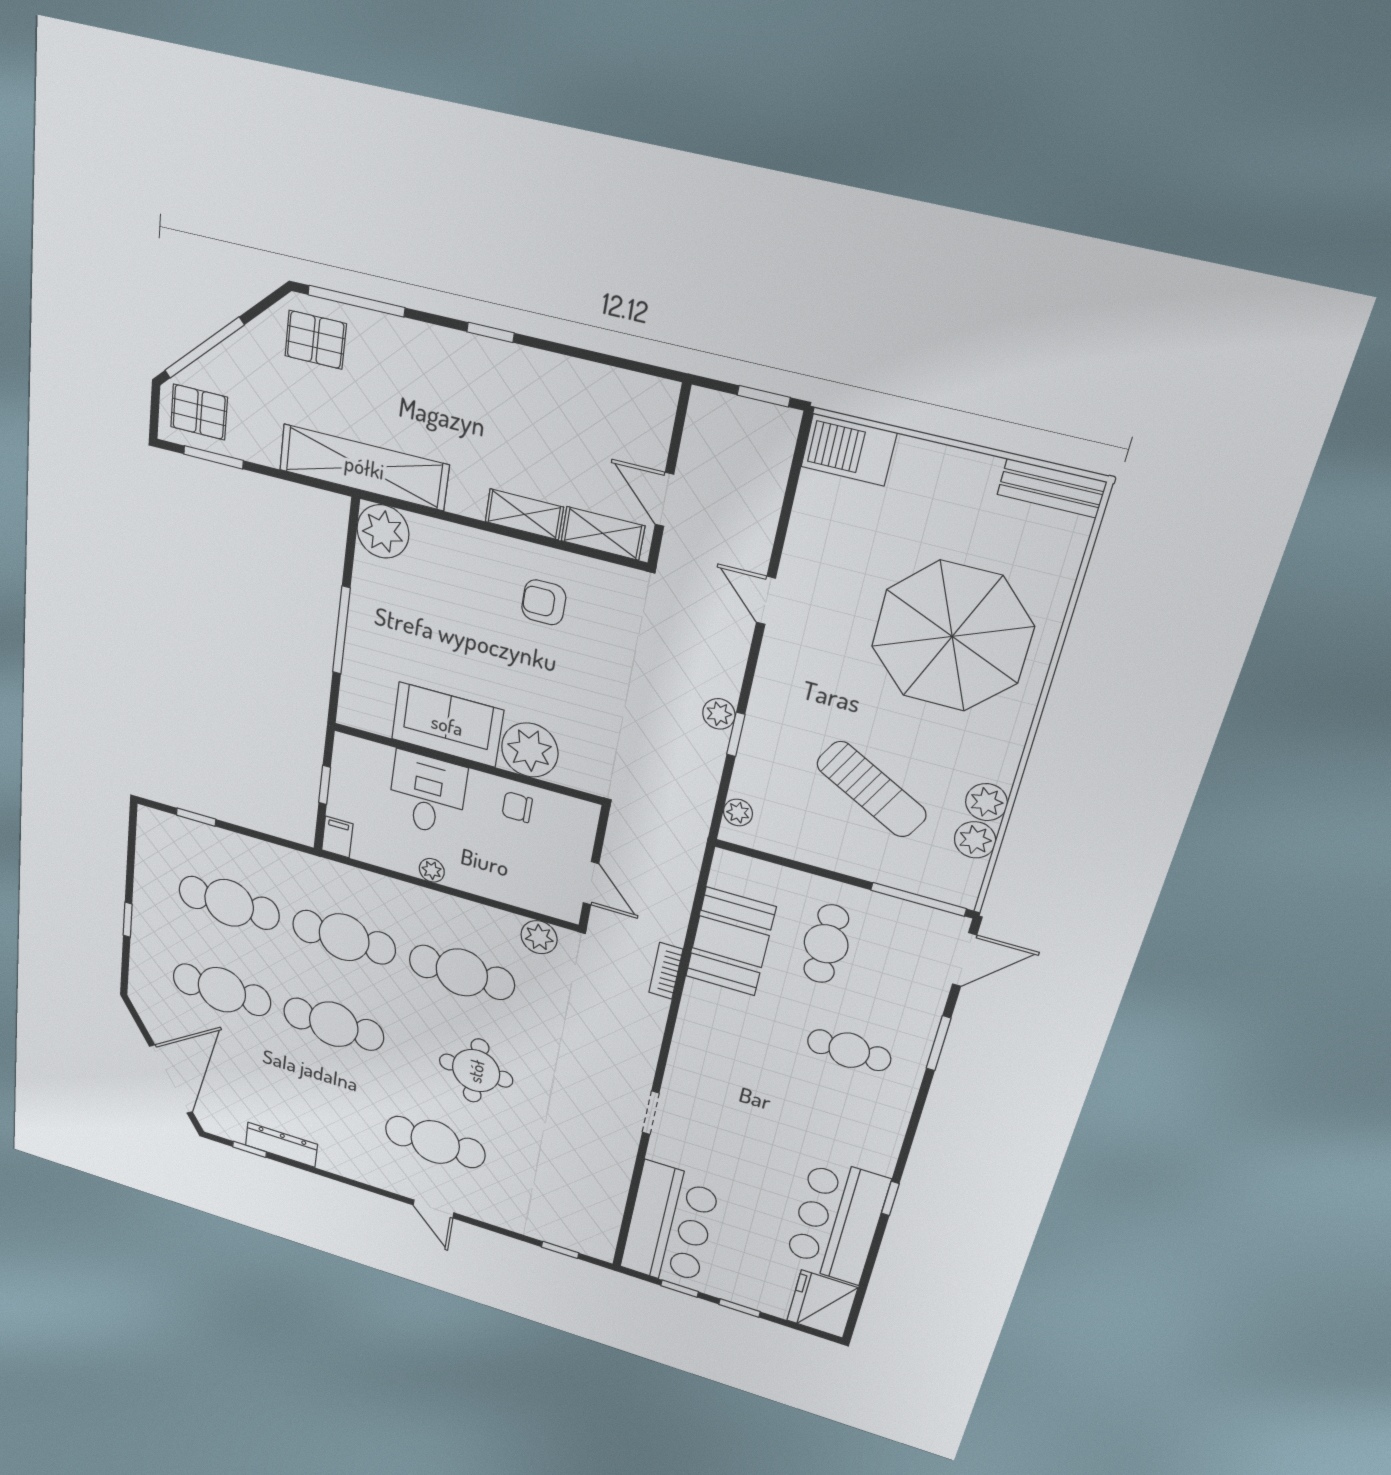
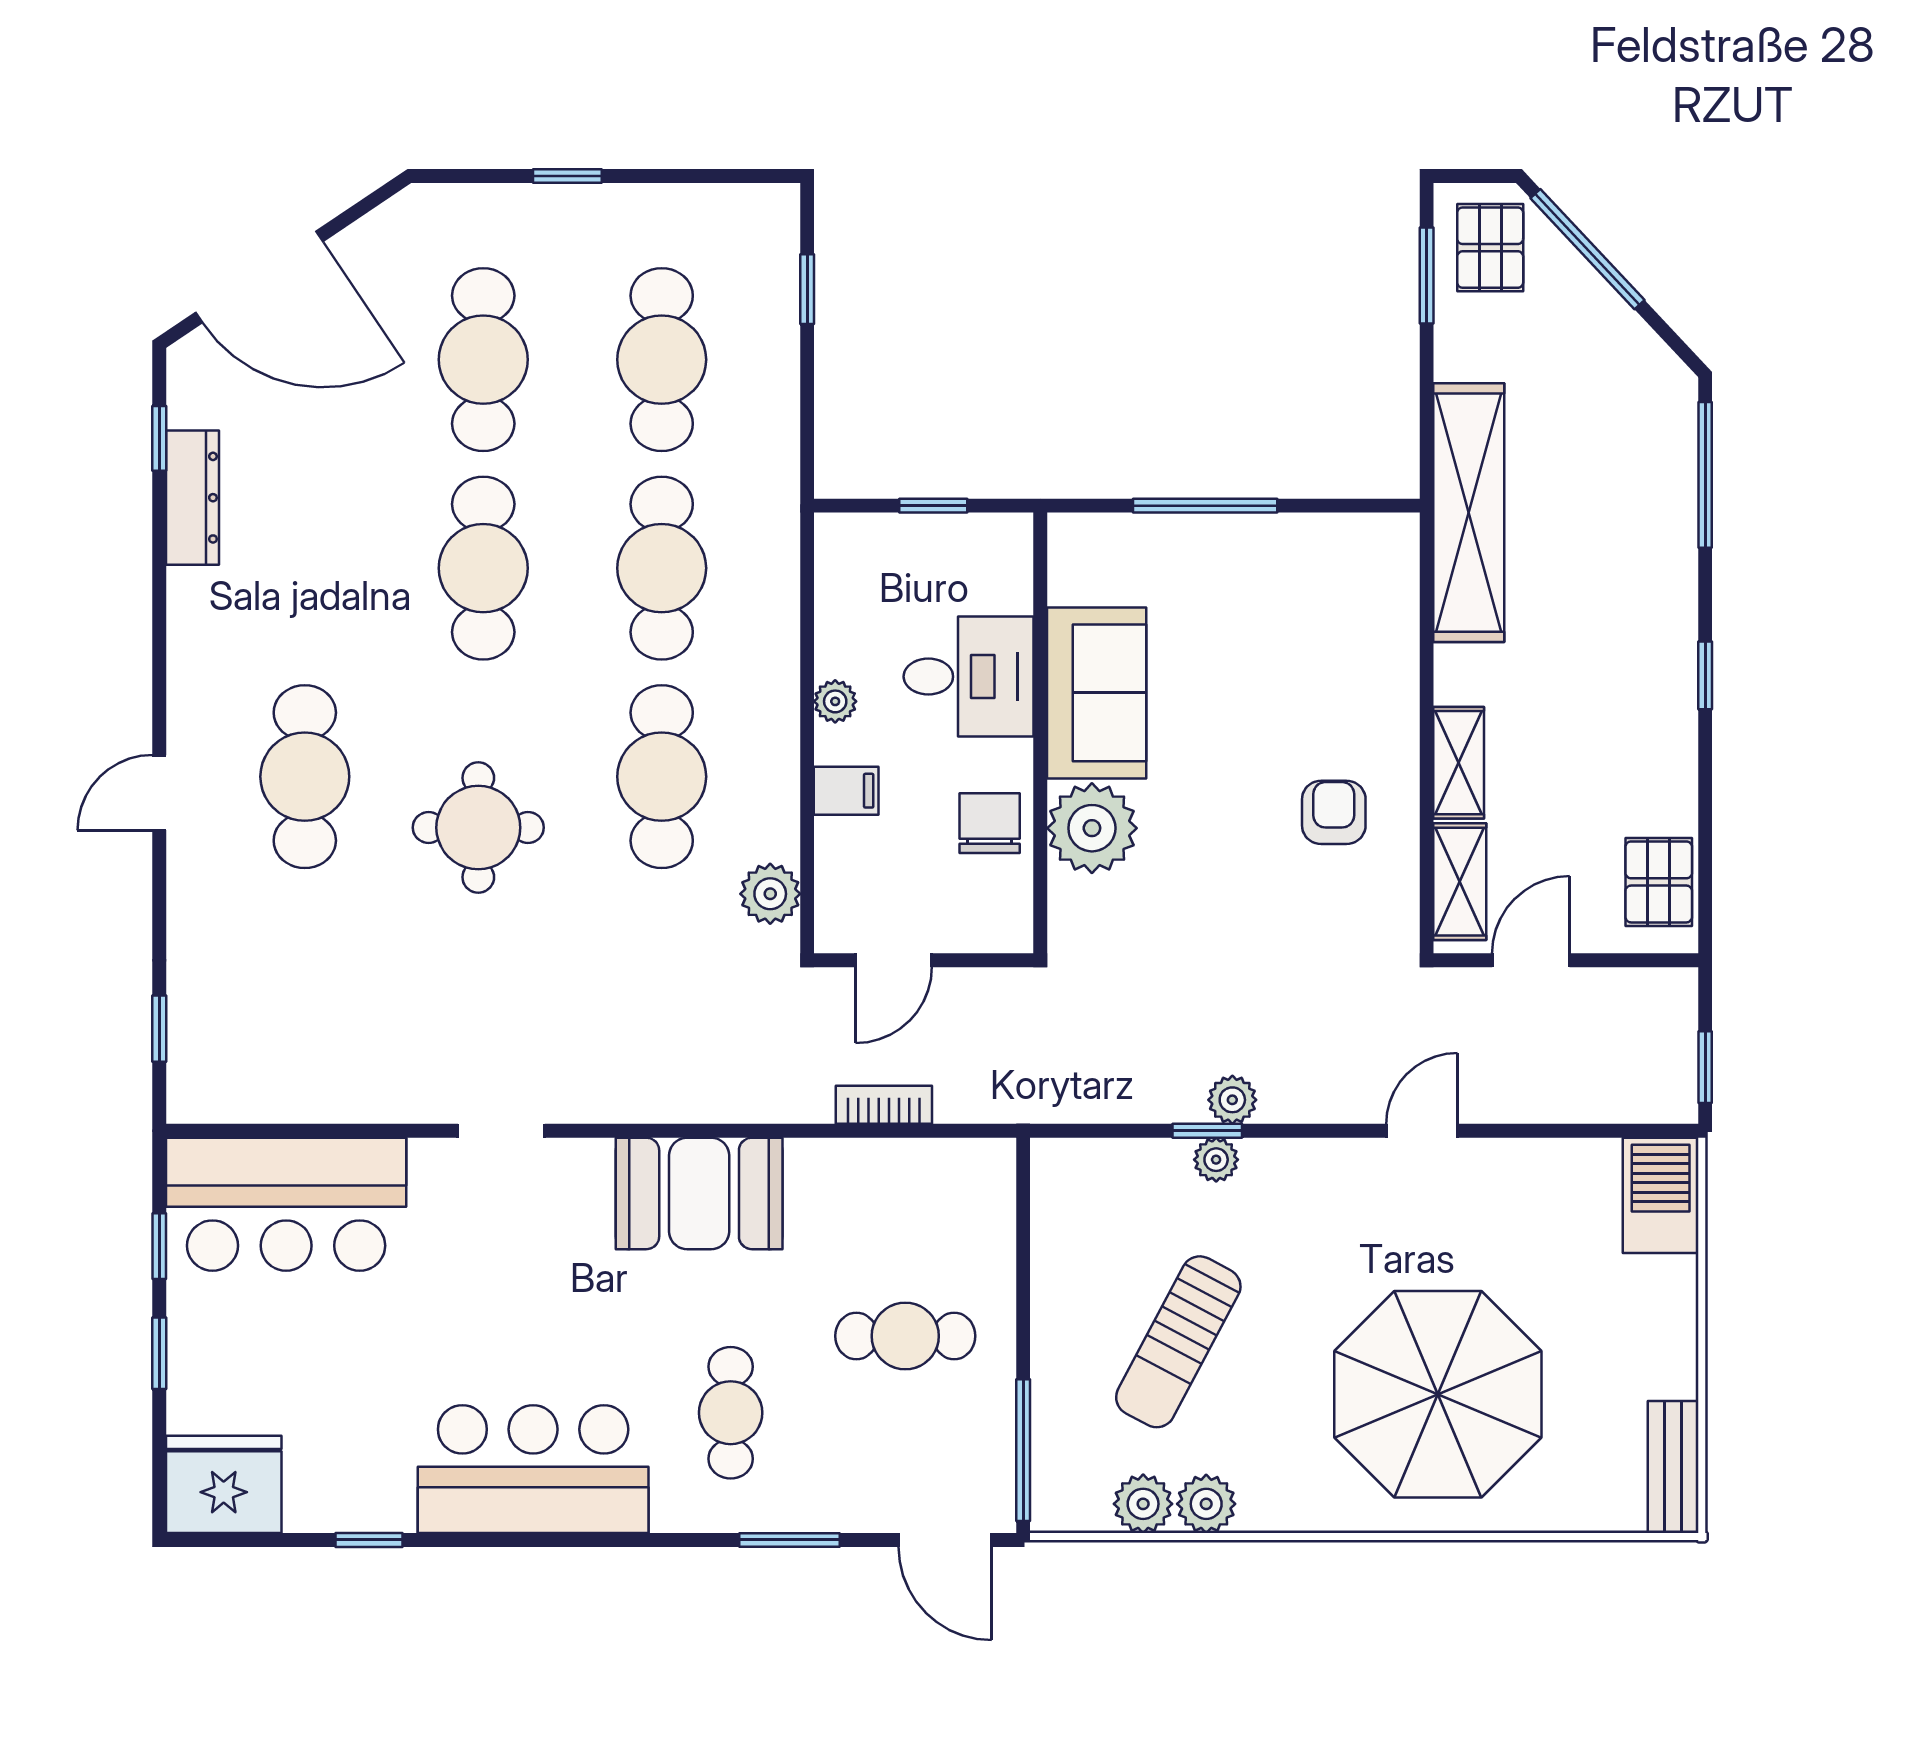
pallet: (316, 340) -> (1659, 882), moved
plant: (383, 531) -> (1379, 553), removed
chair: (517, 807) -> (990, 823), width x1.37, depth x1.37
plant: (738, 813) -> (1216, 1160), moved
filing cabinet: (337, 837) -> (846, 791), moved
booth: (730, 942) -> (699, 1193), moved
bookcase: (666, 971) -> (884, 1105), moved
window: (890, 1199) -> (369, 1540), moved
bar counter: (837, 1221) -> (533, 1469), moved

